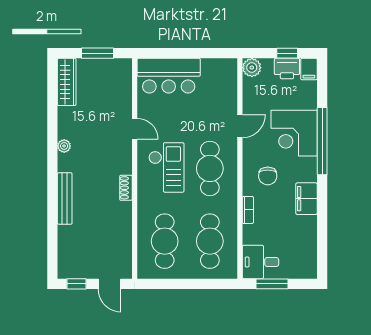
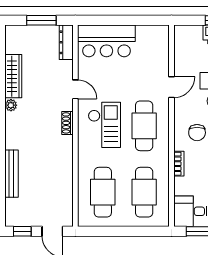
plant: (252, 68) -> (182, 34), removed
dresser: (125, 77) -> (66, 42), added
wardrobe: (67, 82) -> (13, 76), moved
shoe rack: (126, 188) -> (67, 123), moved
bench: (65, 198) -> (11, 174), moved

